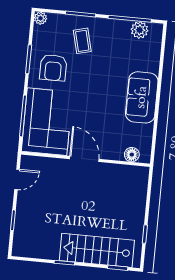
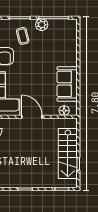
plant: (140, 30) -> (42, 25), moved
sofa: (142, 97) -> (67, 84), moved
stairs: (97, 250) -> (68, 154), moved, turned -90

